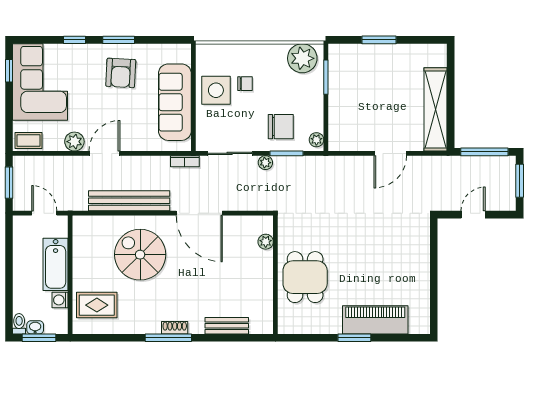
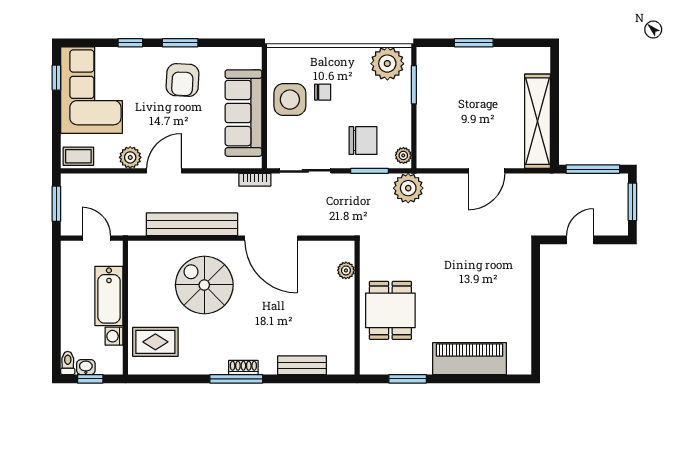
plant: (265, 163) -> (408, 188), moved, width x1.88, depth x1.88
window: (39, 338) -> (90, 379), width x0.67
window: (354, 338) -> (408, 379), moved

